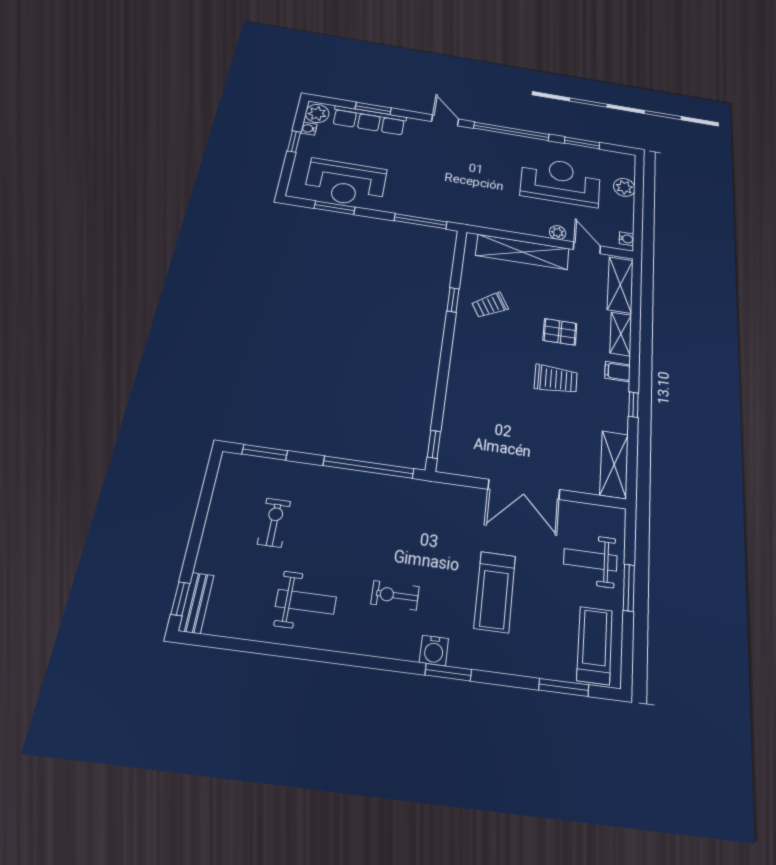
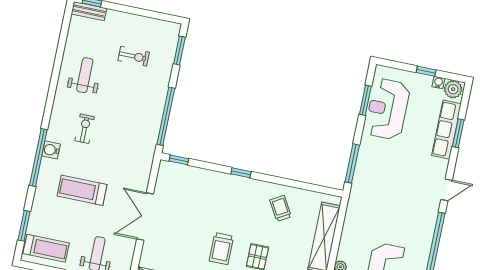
window: (453, 300) -> (241, 173), moved
weight bench: (306, 602) -> (85, 75), turned 180
window: (448, 672) -> (38, 157), width x2.11

